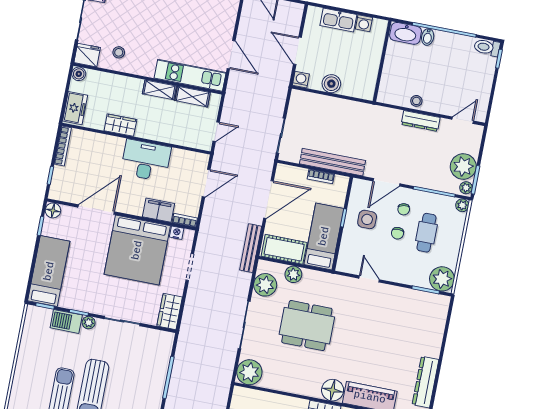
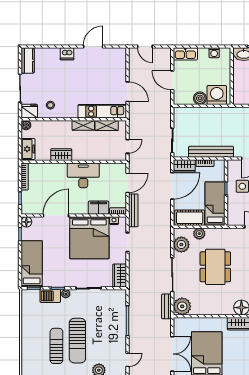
kitchen sink: (338, 20) -> (185, 54), moved
washing machine: (301, 80) -> (217, 95), moved, width x1.89, depth x1.89
wardrobe: (291, 175) -> (184, 166), added
bench: (251, 248) -> (133, 210), moved
dining table: (307, 326) -> (215, 267), turned 90
bench: (227, 368) -> (166, 306), added

